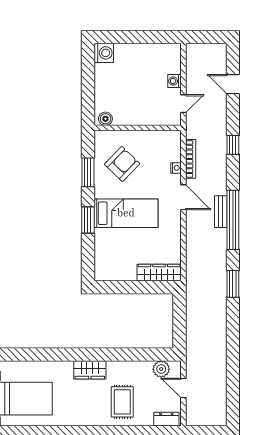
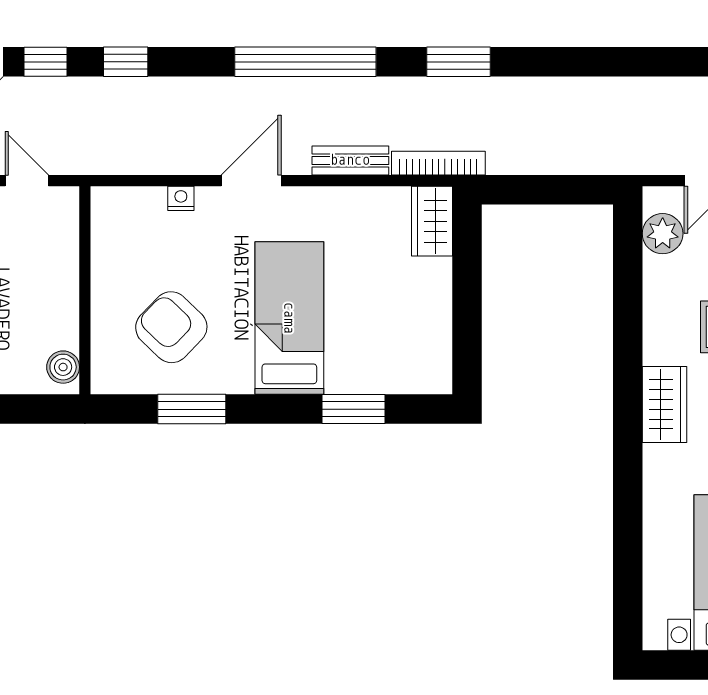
window: (233, 111) -> (46, 62), added
bookcase: (191, 159) -> (438, 163), moved
bench: (221, 212) -> (350, 160), moved
window: (88, 220) -> (353, 409), moved
wardrobe: (159, 273) -> (432, 221), width x0.67

